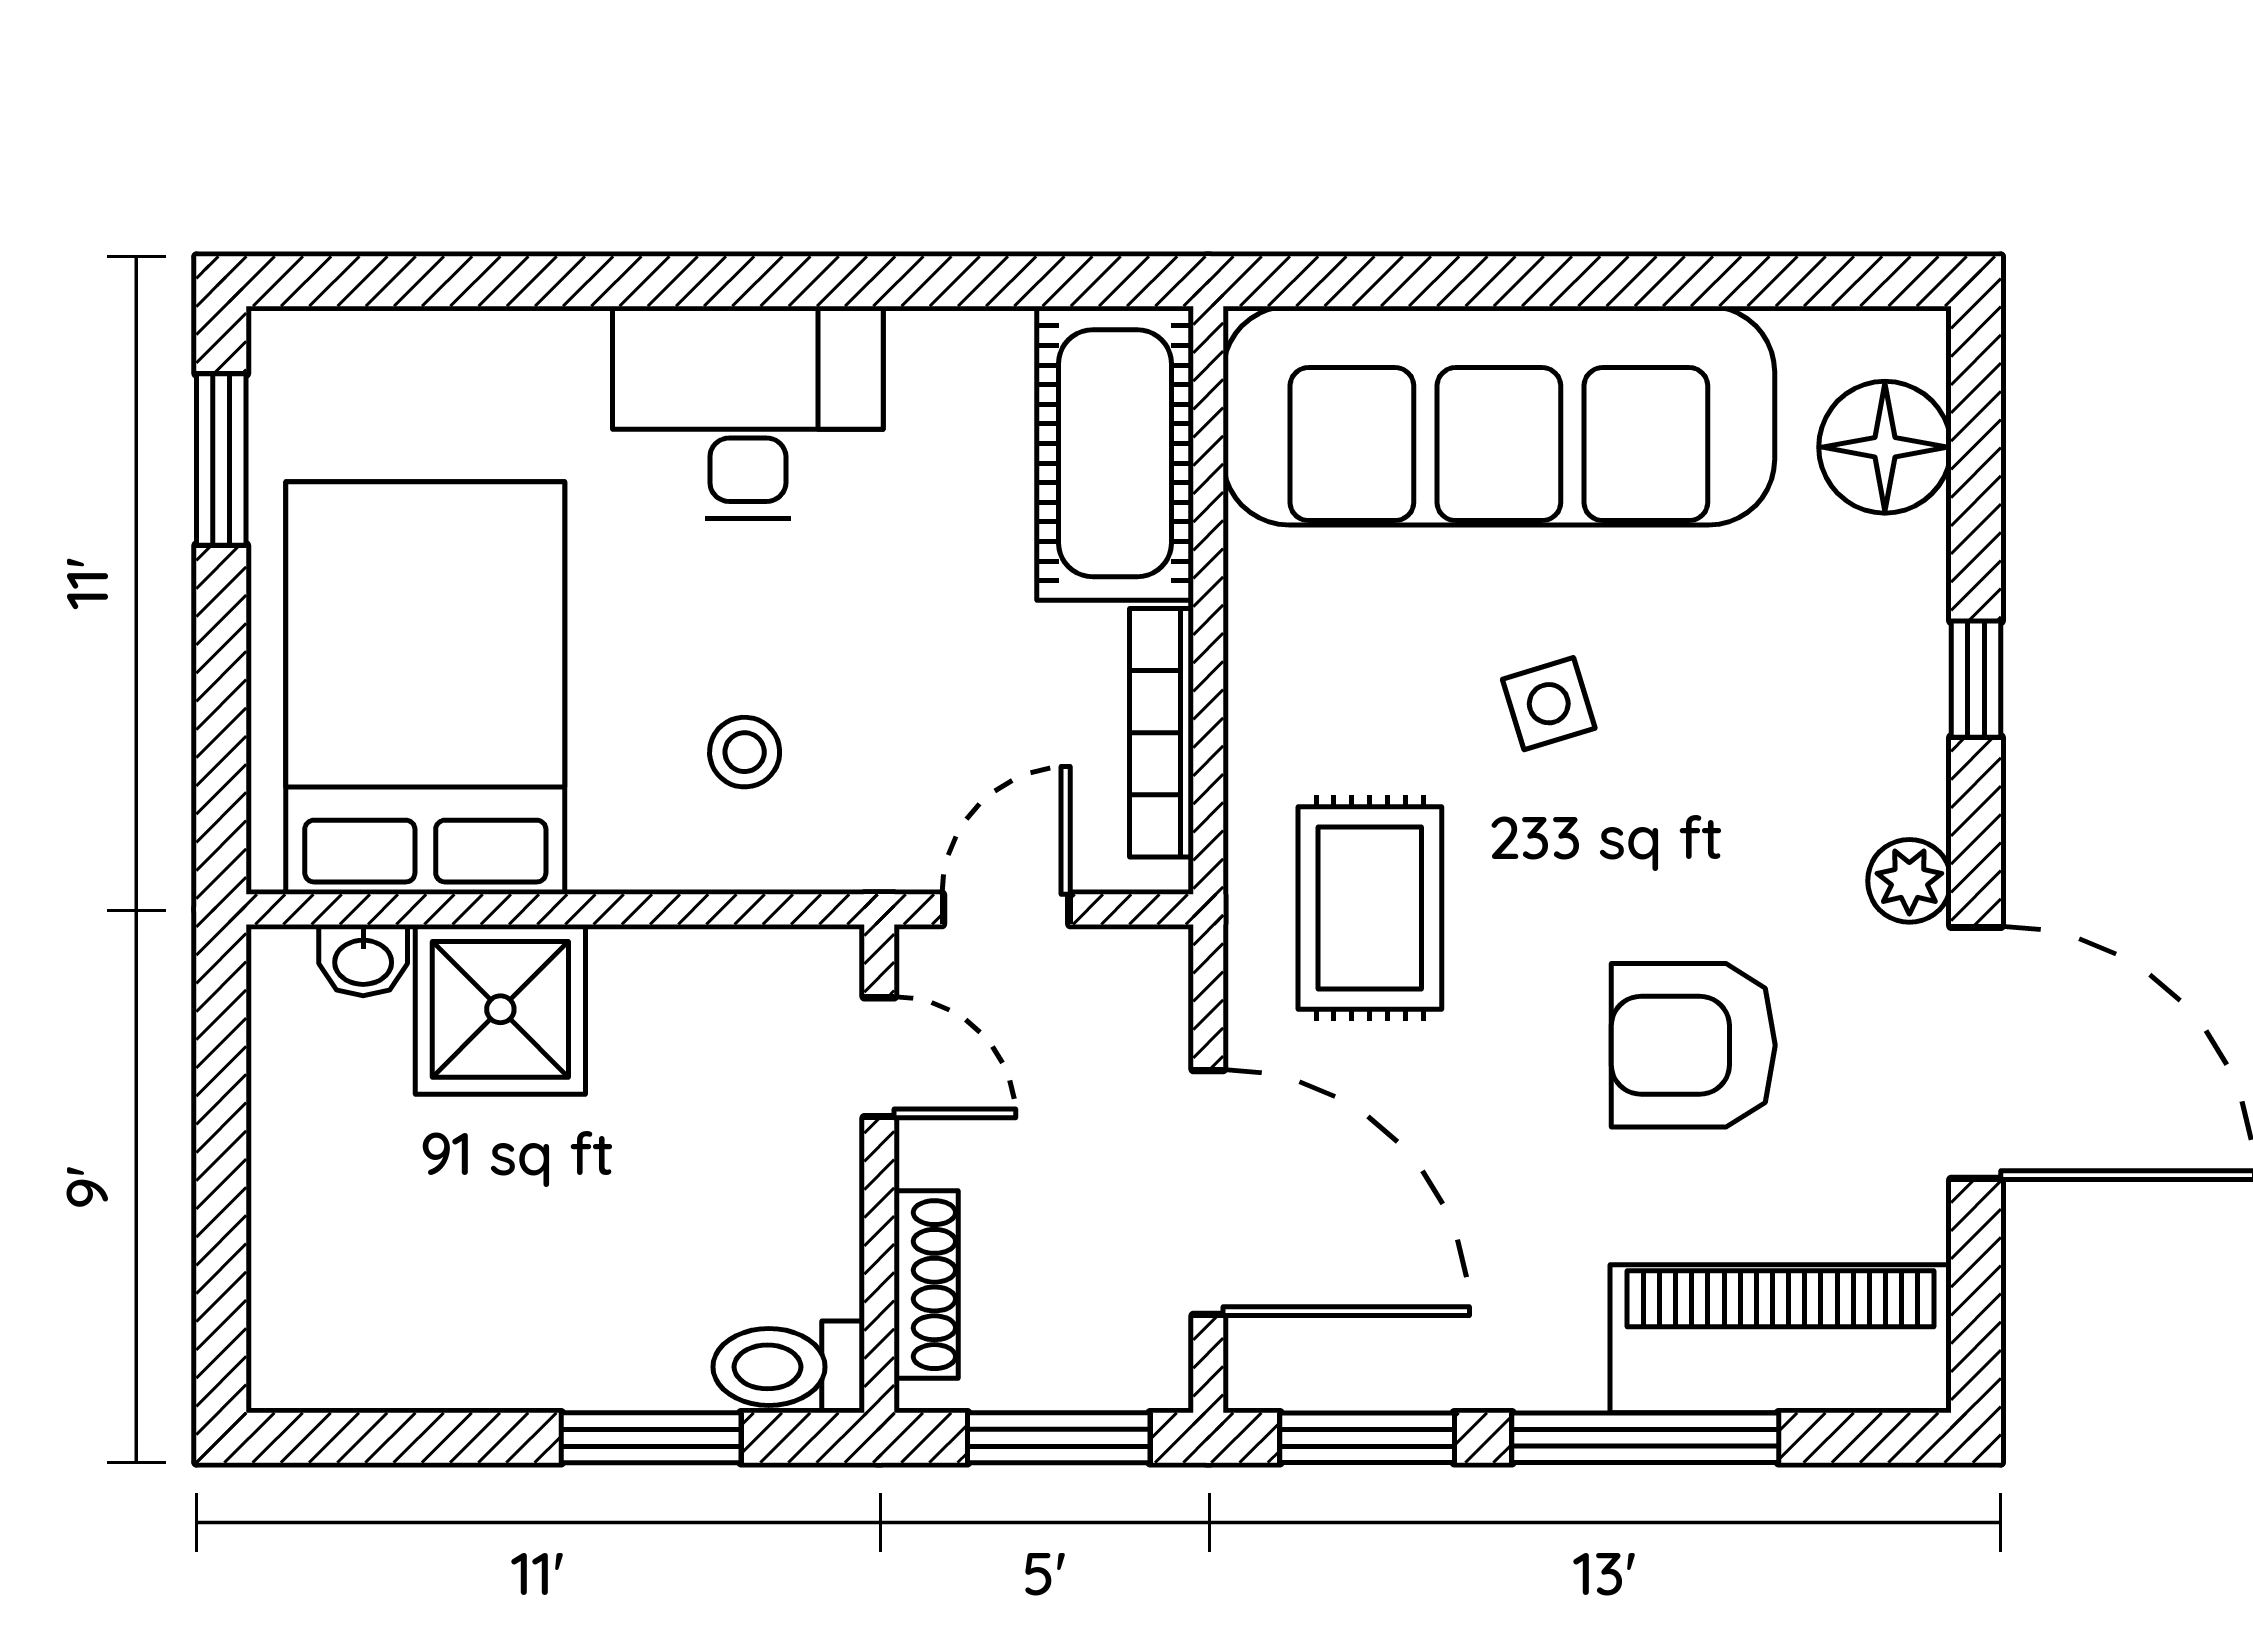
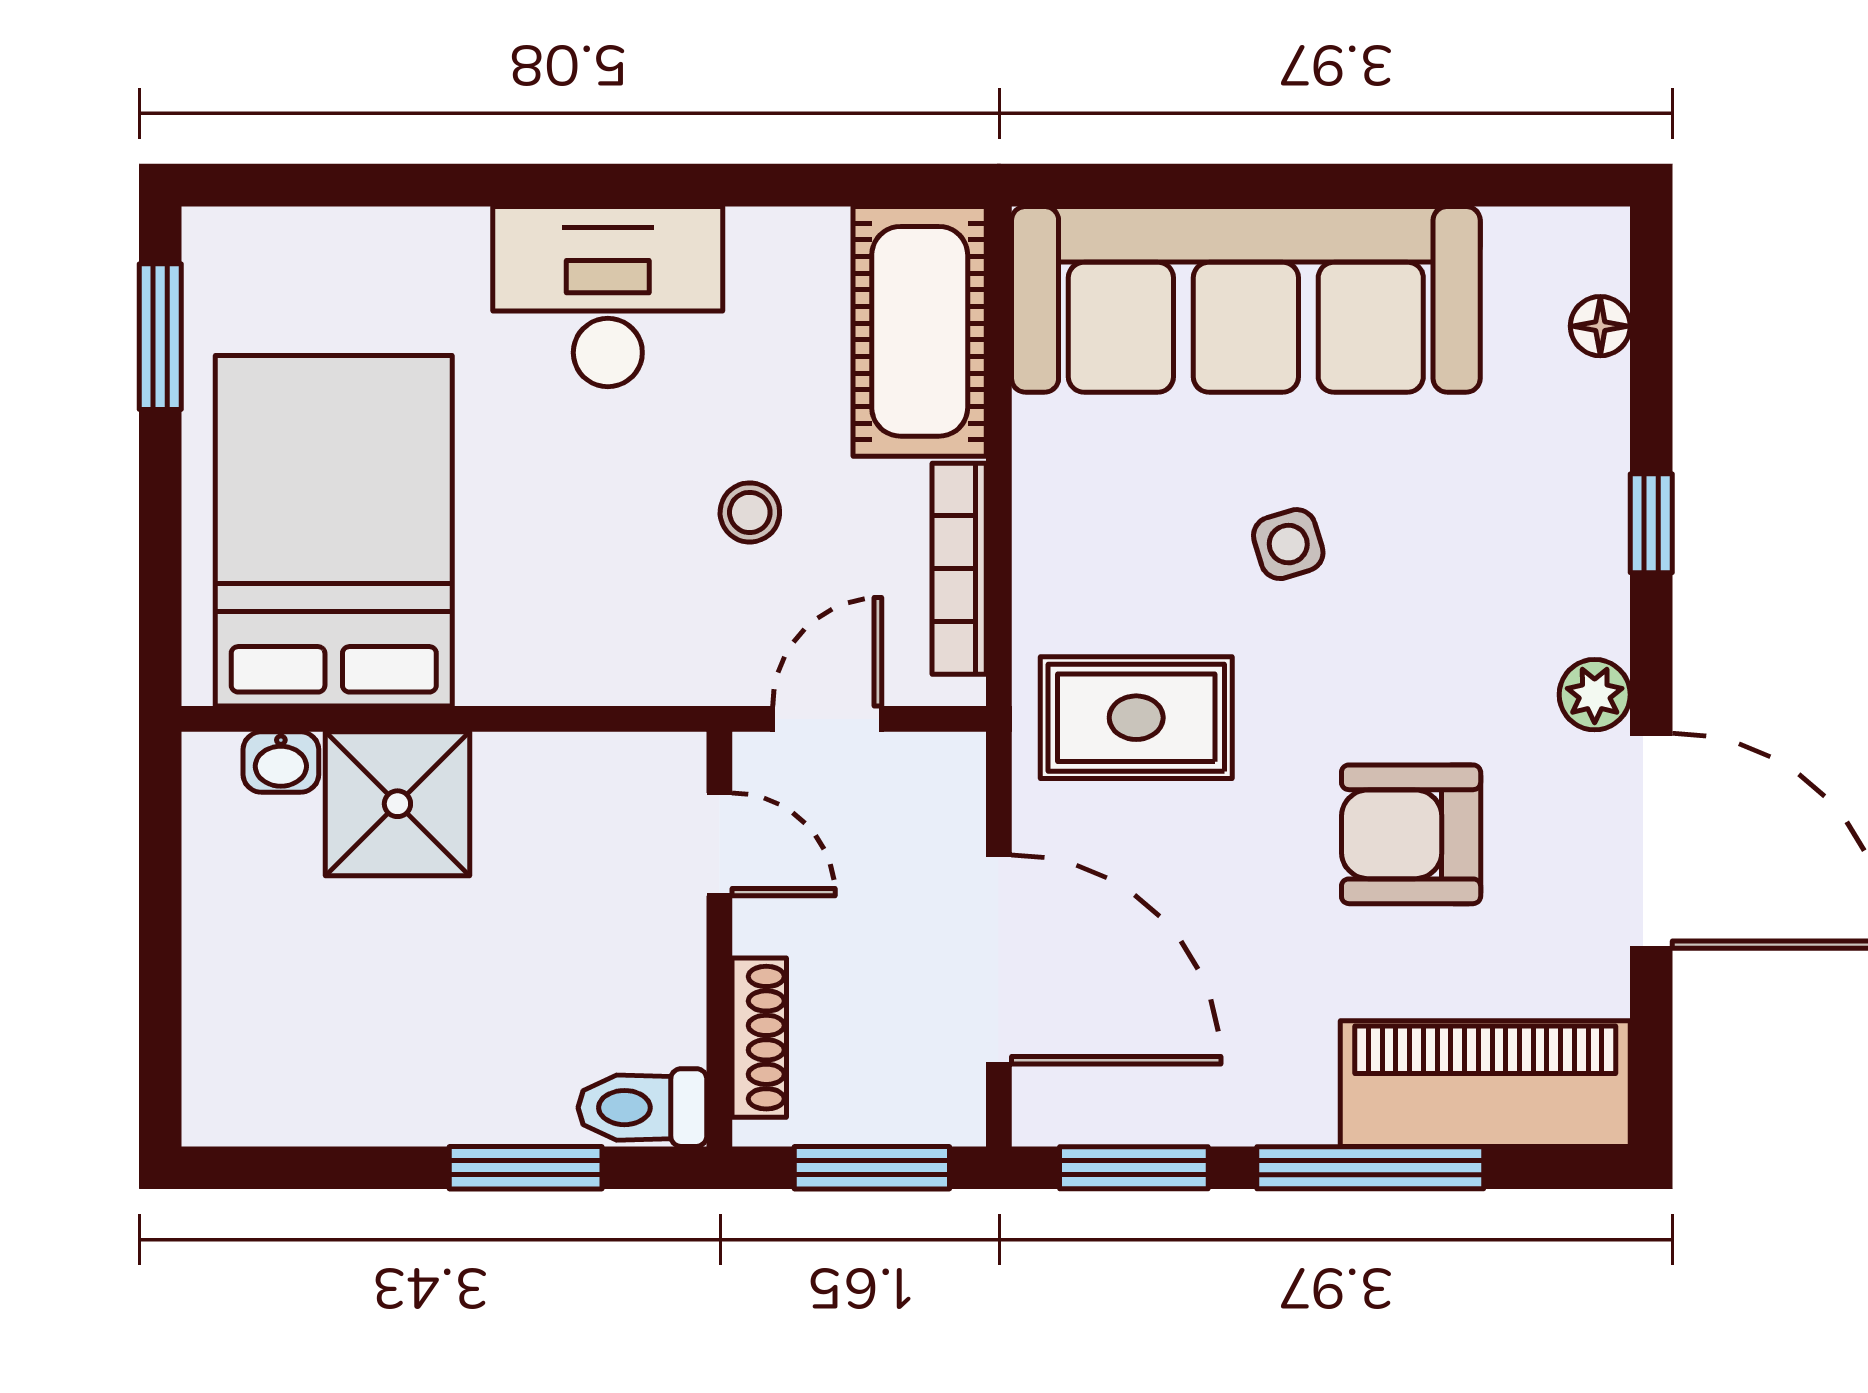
floor lamp: (1885, 447) -> (1600, 326), width x0.53, depth x0.53
stool: (745, 752) -> (750, 512), moved
rug: (1370, 908) -> (1136, 718), turned 90

